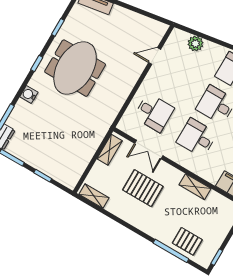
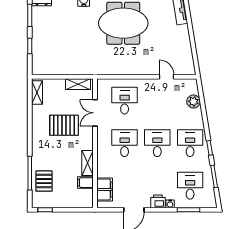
desk: (154, 113) -> (125, 101), turned 180
pallet: (143, 188) -> (64, 125), turned 90
filing cabinet: (213, 200) -> (85, 183), added

